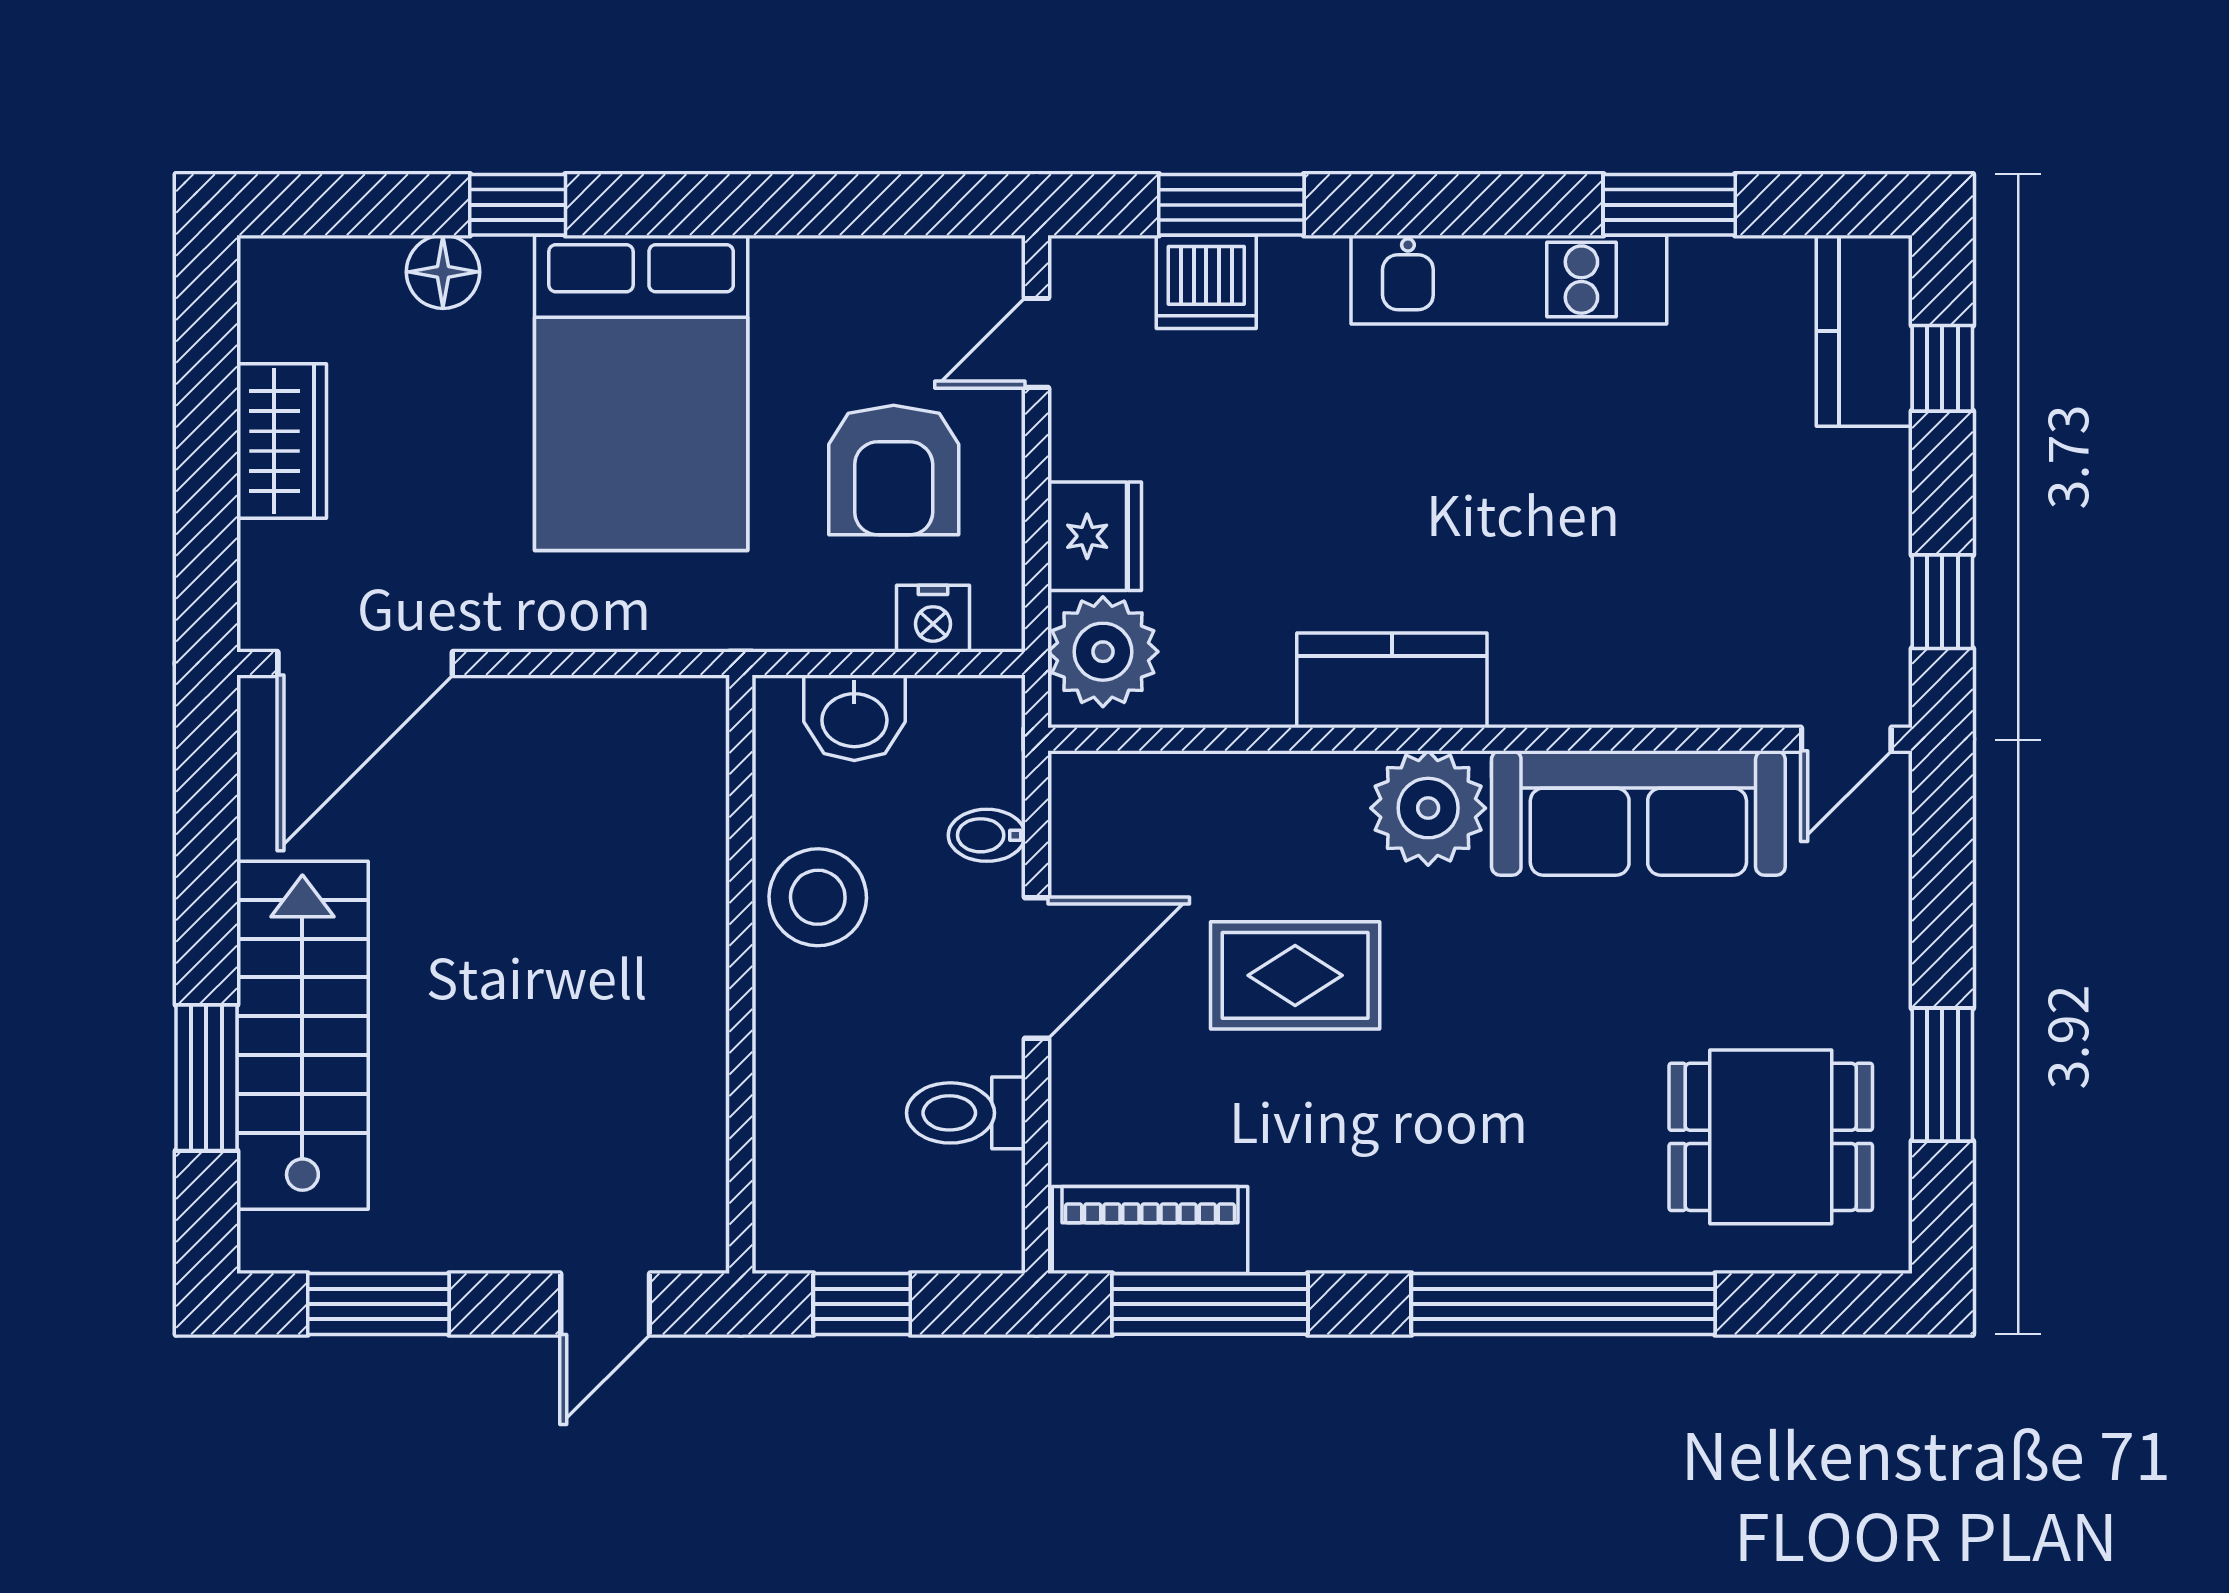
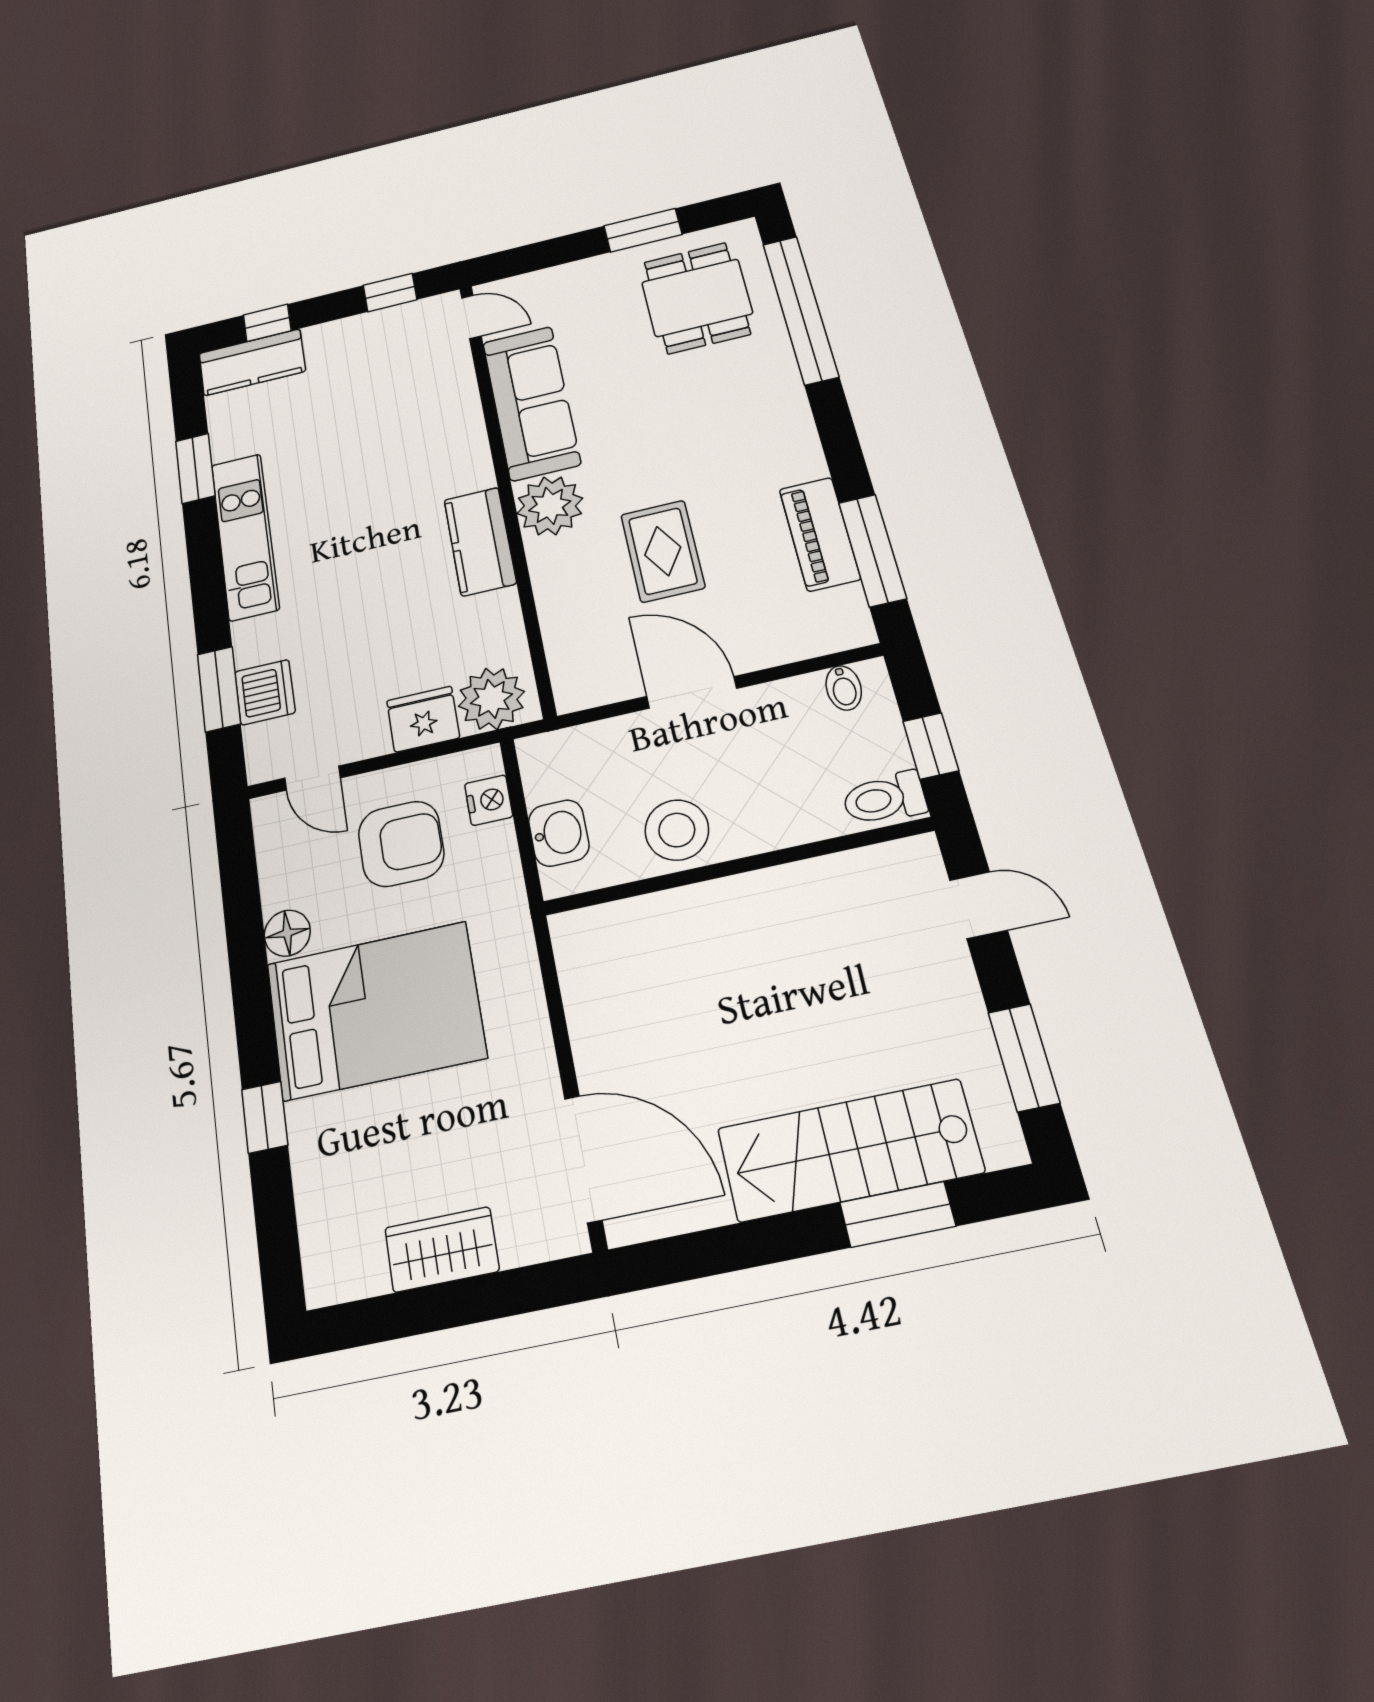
floor lamp: (443, 272) -> (287, 933), moved
bidet: (987, 835) -> (844, 688), moved
toilet: (966, 1113) -> (884, 799), moved, turned 90
piano: (1150, 1230) -> (820, 534), moved
window: (1563, 1304) -> (800, 310), moved

